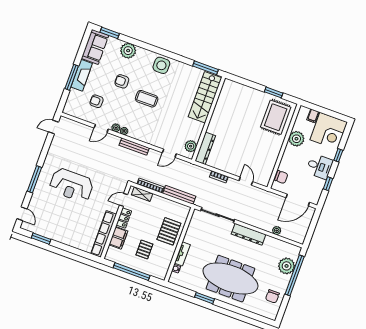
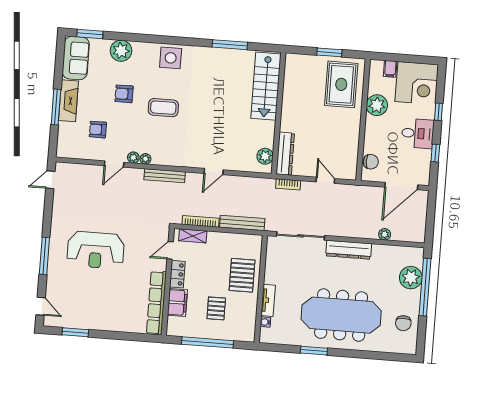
stairs: (205, 97) -> (266, 86), moved
wall: (209, 119) -> (279, 113), moved
plant: (191, 146) -> (265, 156), moved
dresser: (205, 148) -> (285, 154), moved

